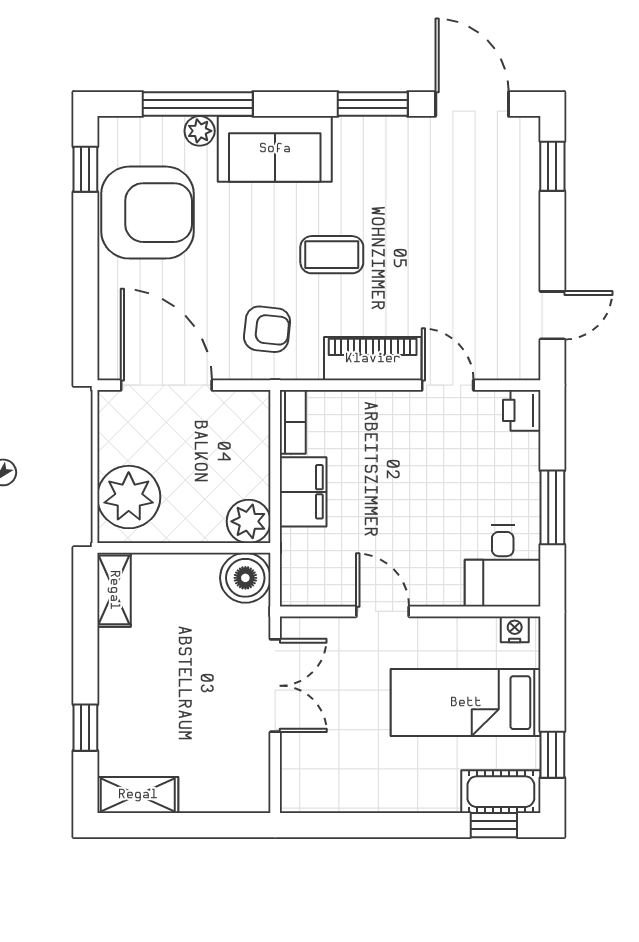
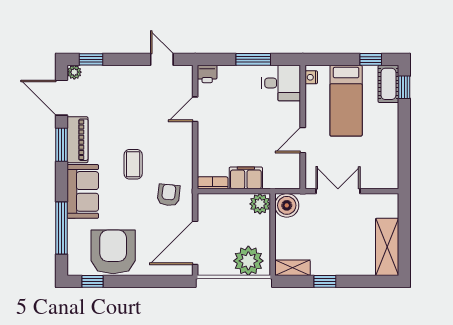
door: (472, 104) -> (61, 98), hinge flipped
plant: (200, 131) -> (74, 72), moved
piano: (373, 359) -> (77, 140), moved, turned 180
window: (85, 728) -> (325, 281), moved
shelving: (138, 795) -> (387, 247), width x1.50, depth x1.33

